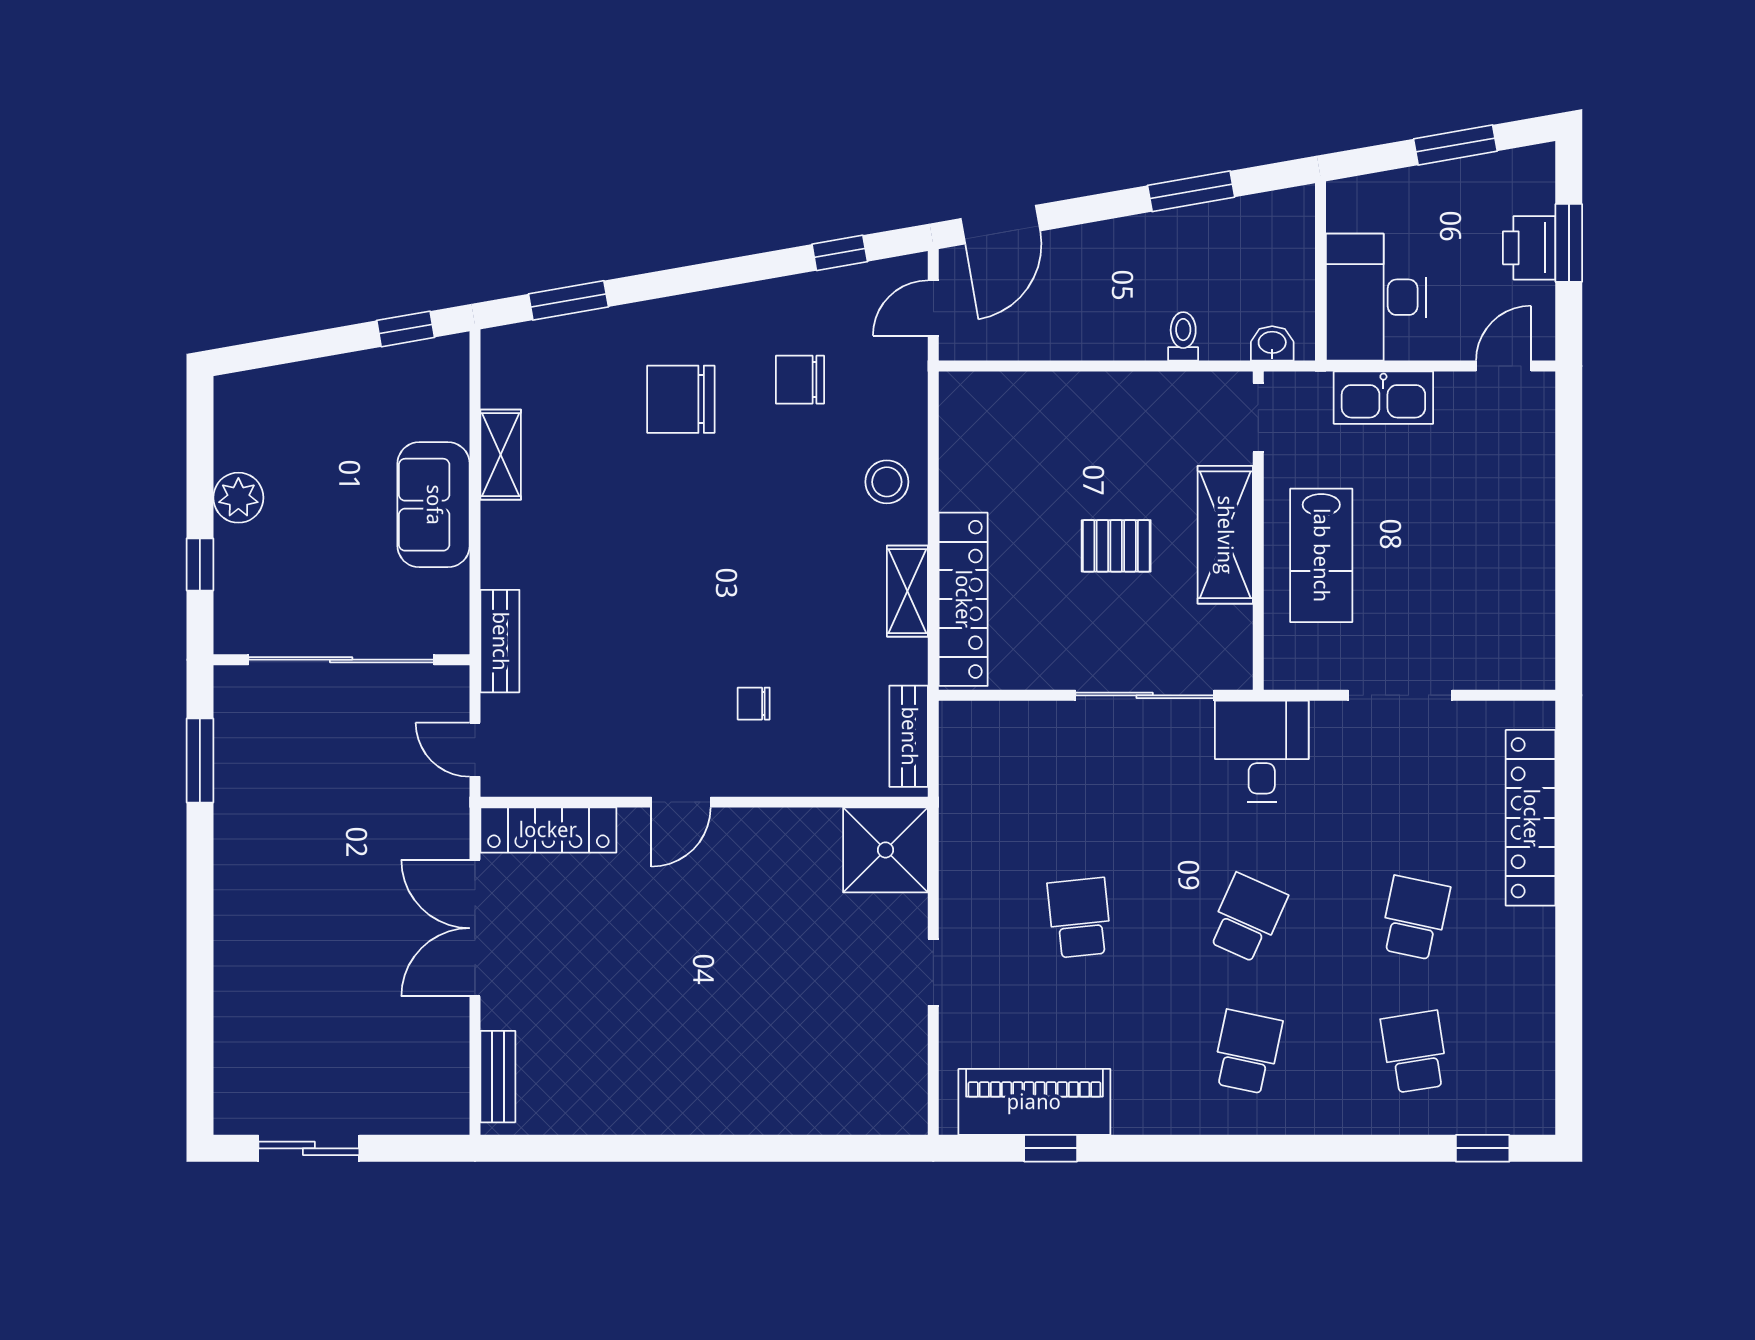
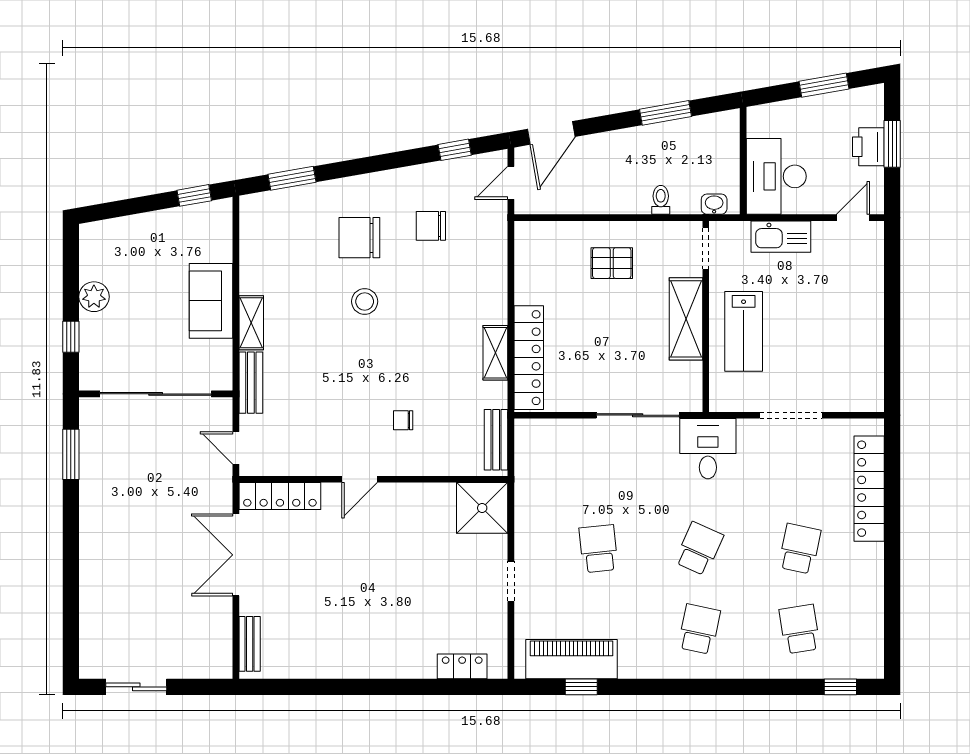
shelving: (501, 455) -> (251, 323), moved
stool: (887, 482) -> (365, 301), moved
pallet: (1116, 546) -> (612, 263), moved
locker: (852, 1114) -> (462, 666), added

